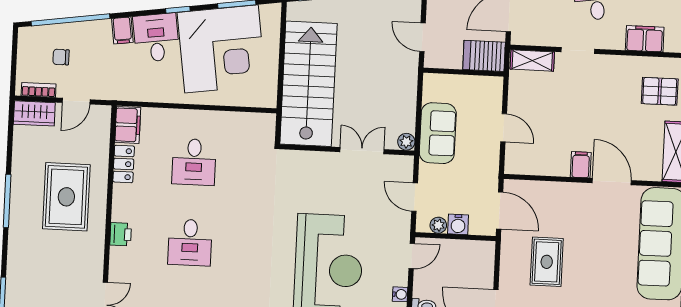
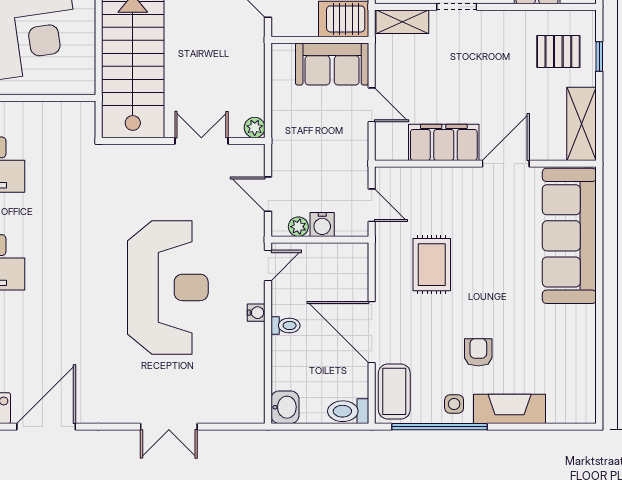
sofa: (438, 133) -> (332, 64), moved, turned 90
filing cabinet: (581, 165) -> (444, 142), width x3.00, depth x1.17
door: (612, 182) -> (506, 164), hinge flipped
door: (500, 210) -> (372, 205), width x0.73

